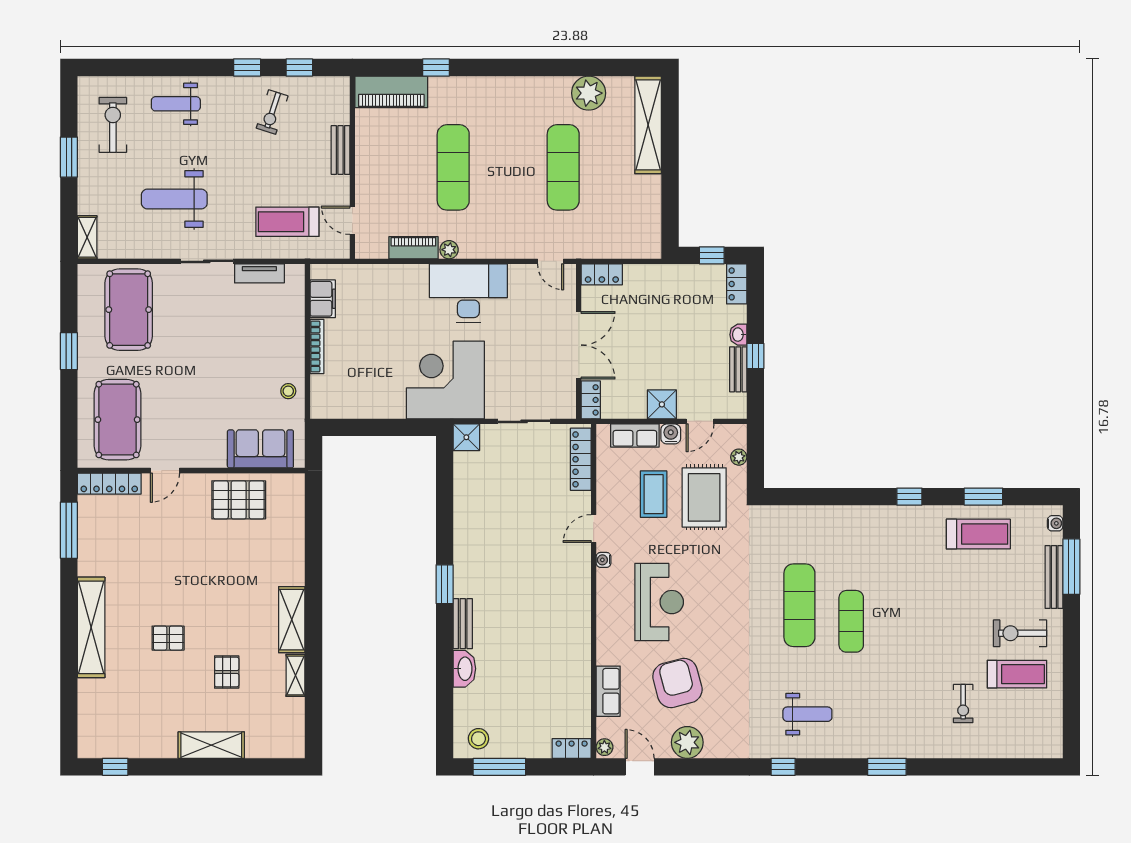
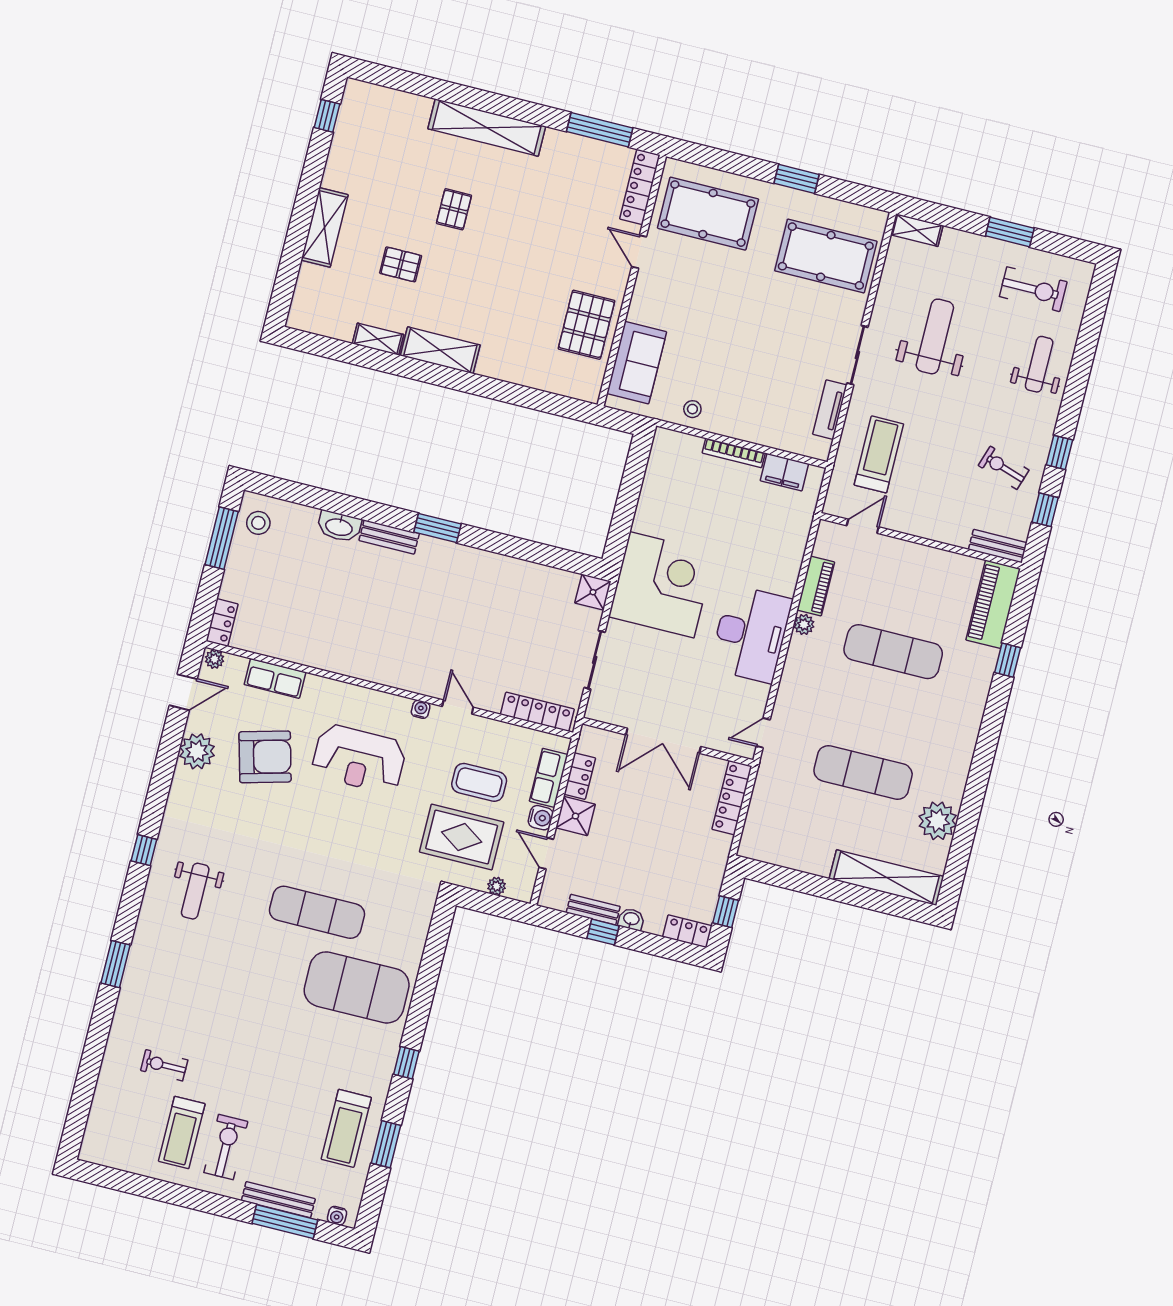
bench: (340, 150) -> (998, 546), moved
locker: (602, 274) -> (732, 798), width x1.53
locker: (591, 400) -> (580, 776), moved, turned -90
exercise mat: (851, 621) -> (357, 987), moved, width x2.00, depth x1.45

